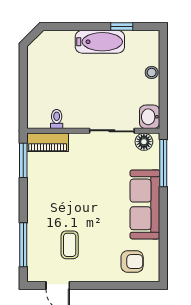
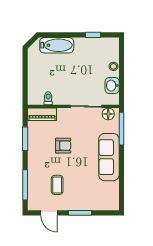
bathtub: (100, 42) -> (57, 45), moved
washbasin: (150, 117) -> (112, 86), moved
window: (23, 160) -> (25, 139), moved
armchair: (132, 261) -> (63, 146), moved
window: (103, 286) -> (80, 213), added

